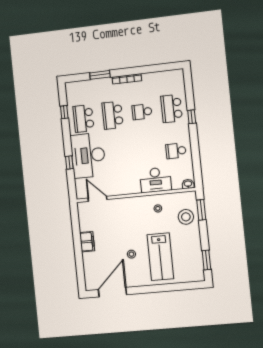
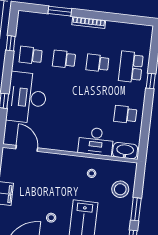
school desk: (113, 115) -> (64, 59), width x0.54
school desk: (83, 118) -> (31, 55), width x0.54
washbasin: (188, 184) -> (125, 151), width x1.91, depth x1.45
window: (201, 210) -> (136, 209), moved

